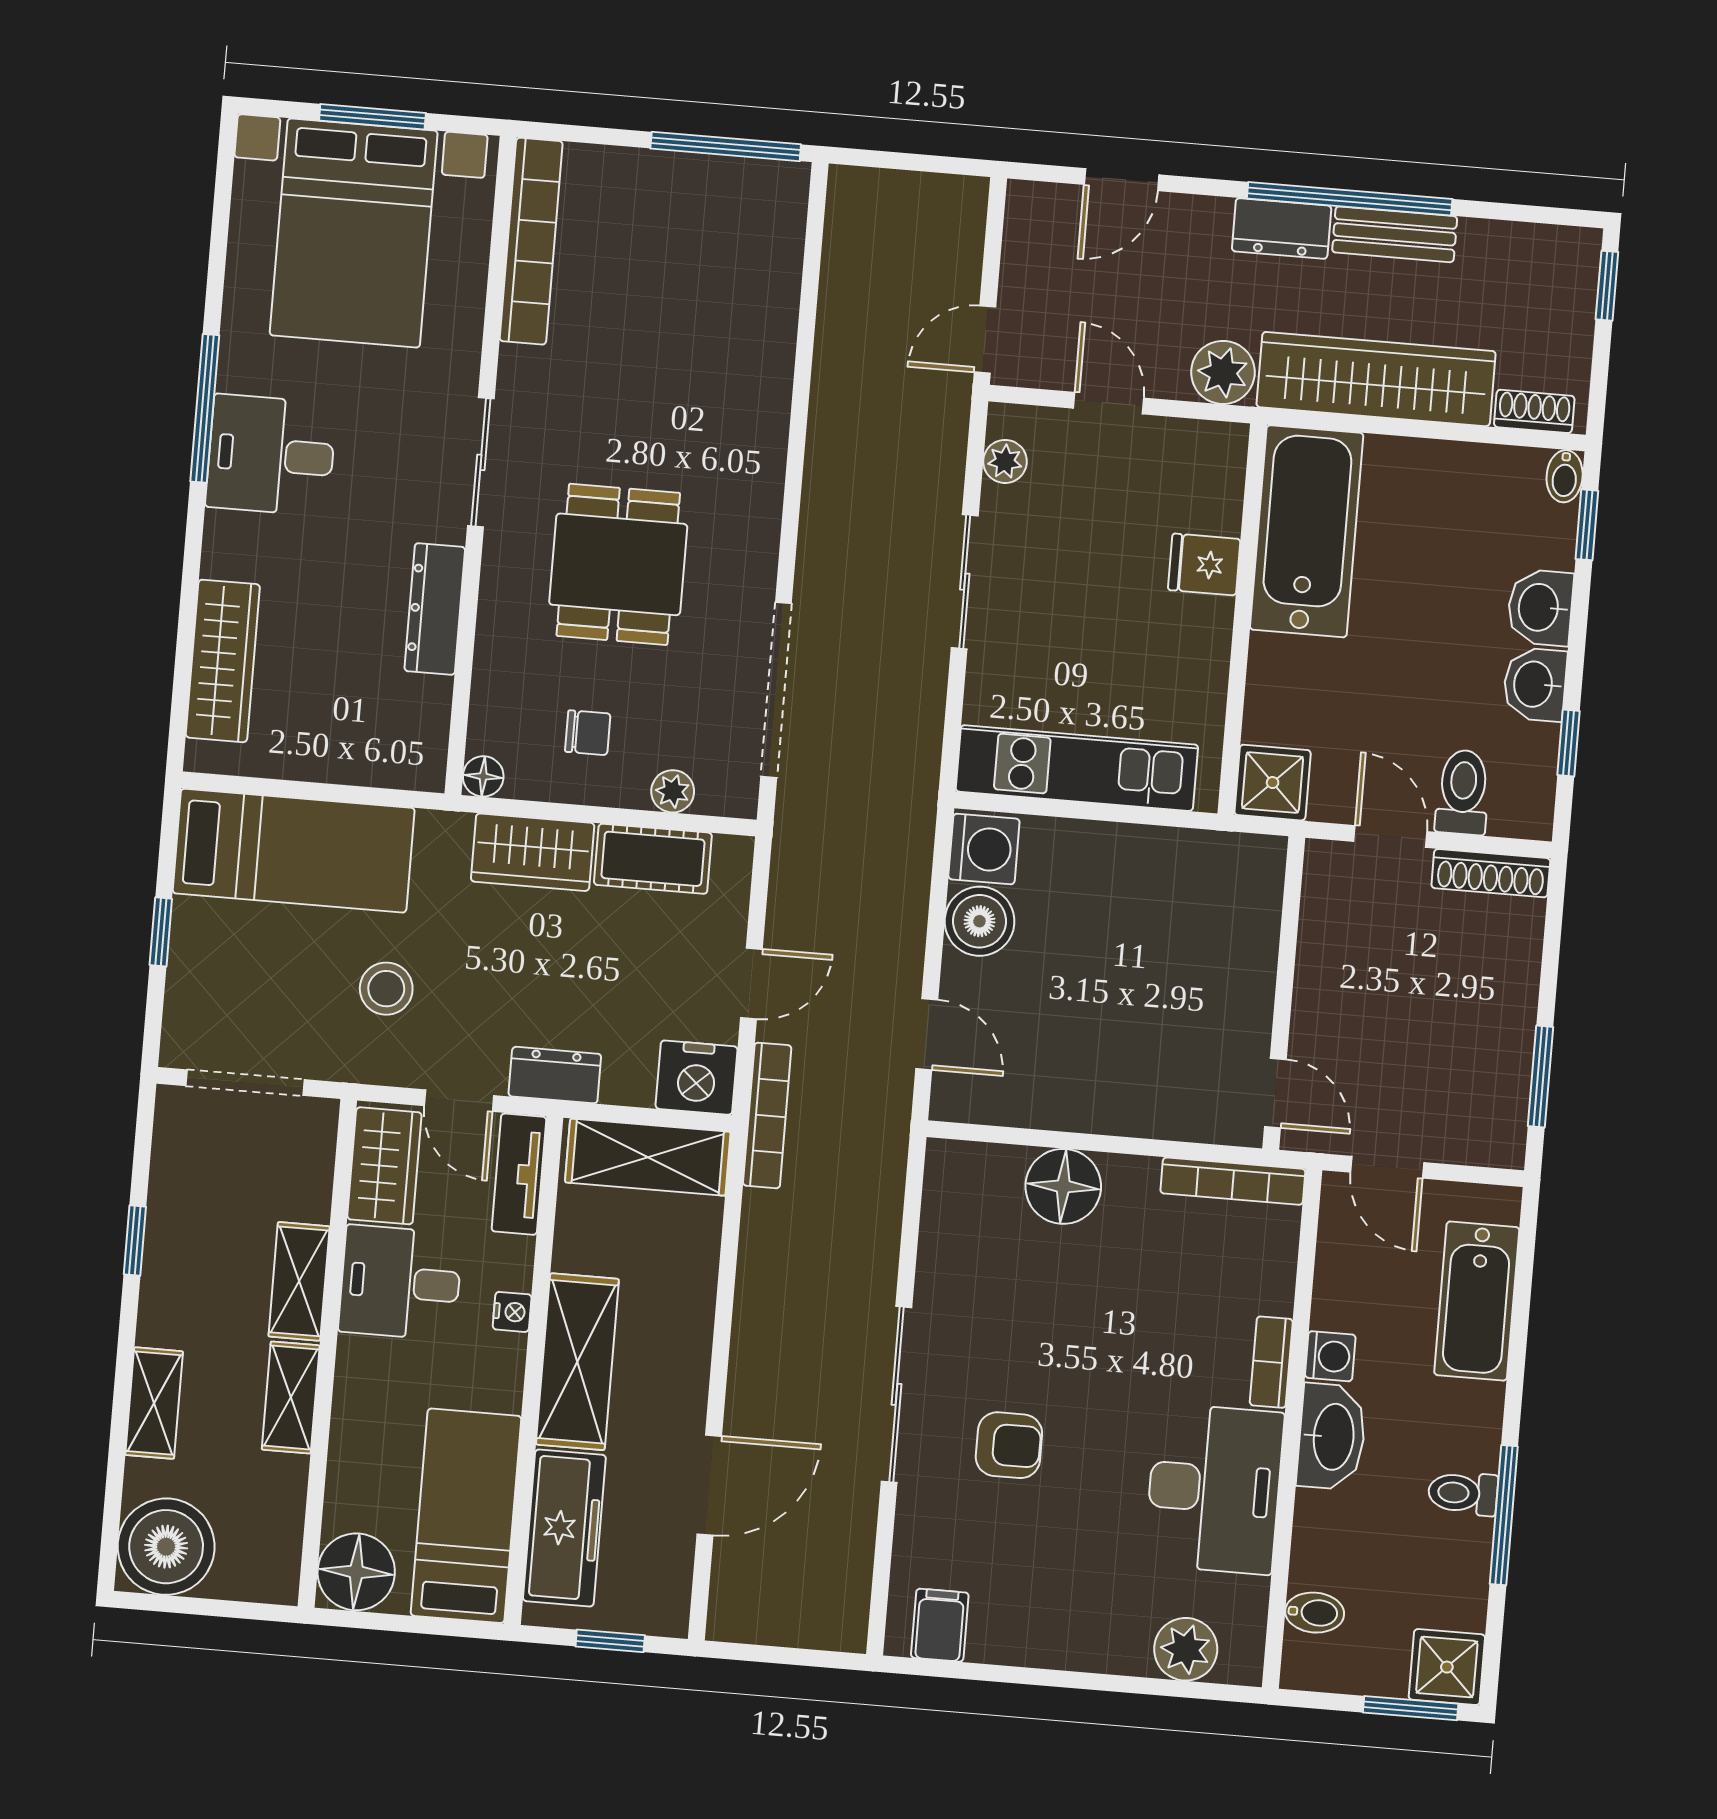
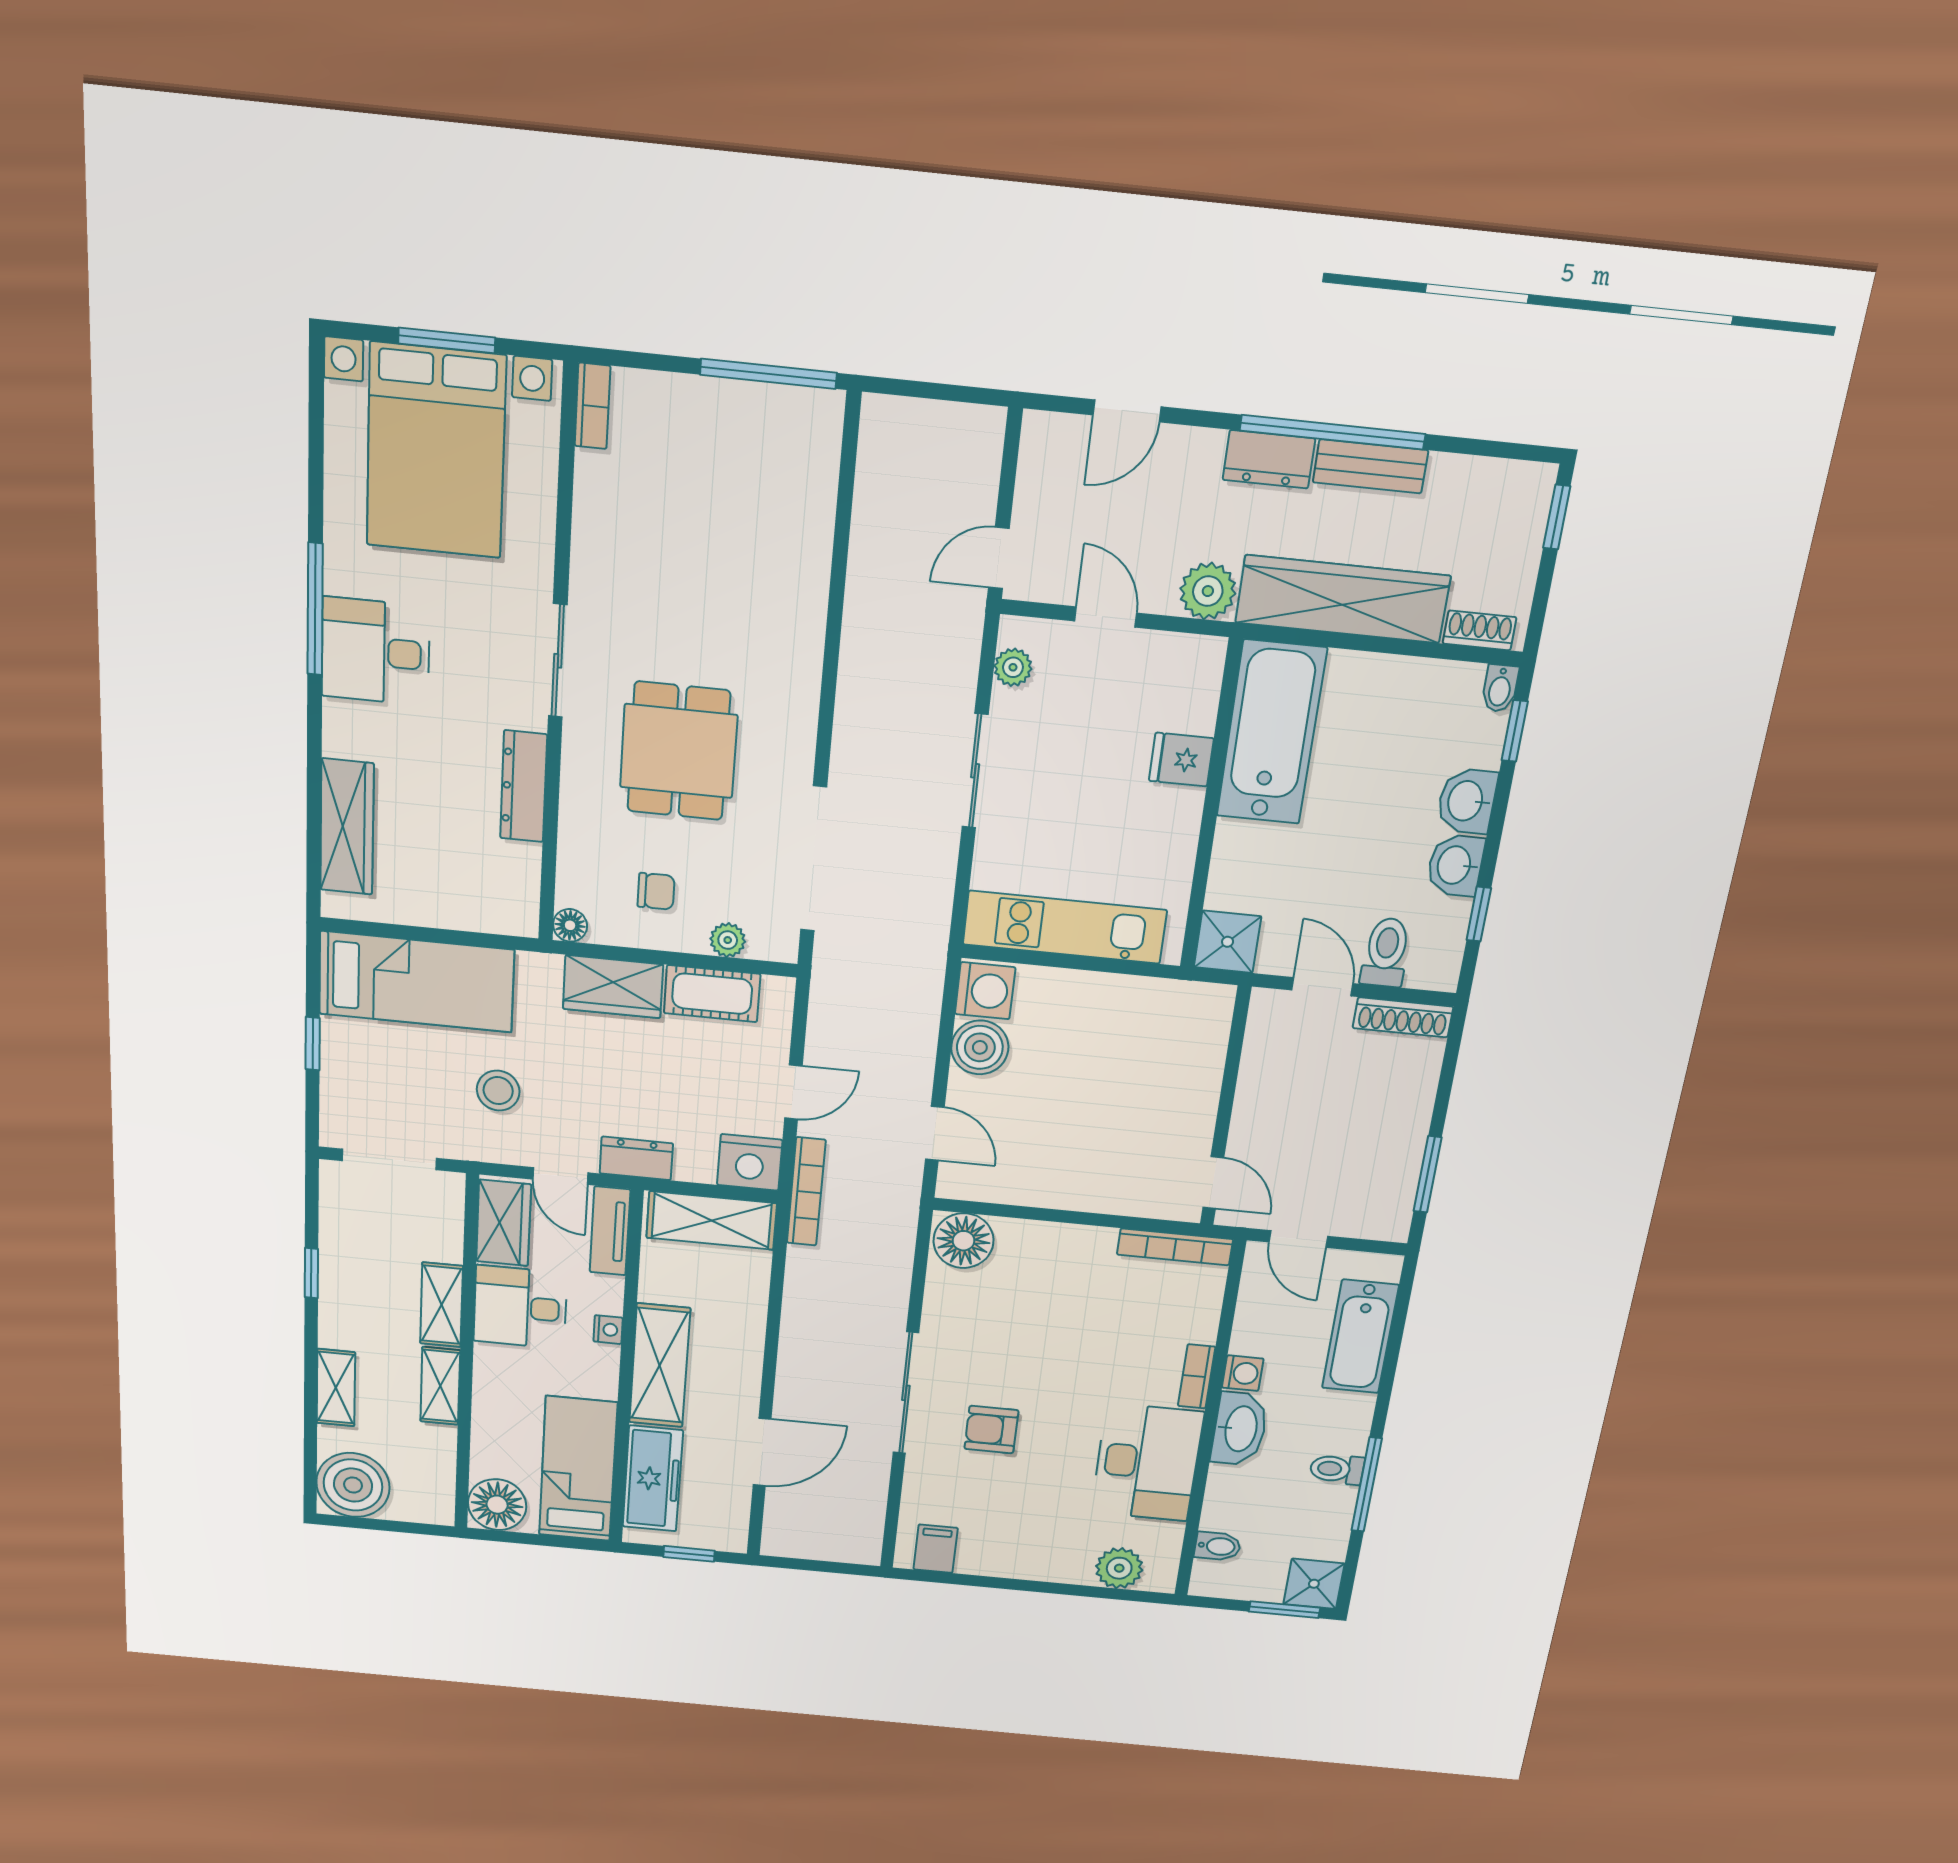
bookcase: (531, 241) -> (593, 406), width x0.43, depth x0.76
floor lamp: (1063, 1186) -> (963, 1241), moved
armchair: (1009, 1445) -> (991, 1430), turned 180

